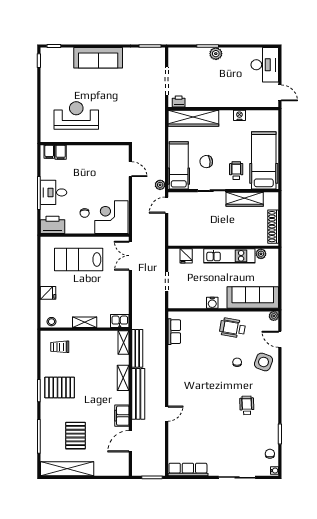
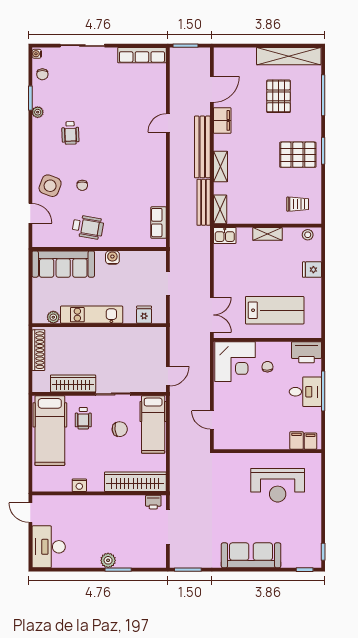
plant: (160, 185) -> (176, 401), removed
plant: (274, 316) -> (38, 112), moved

